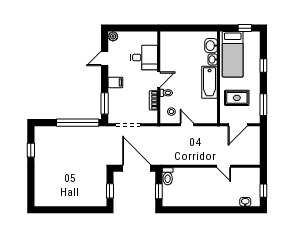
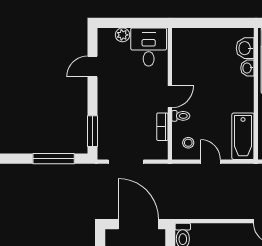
plant: (113, 36) -> (122, 35), moved
desk: (144, 58) -> (149, 47), moved, turned -90
filing cabinet: (115, 82) -> (108, 101), removed
bathtub: (210, 82) -> (243, 136), moved
window: (78, 123) -> (54, 159), width x0.68

